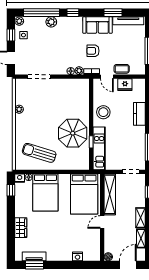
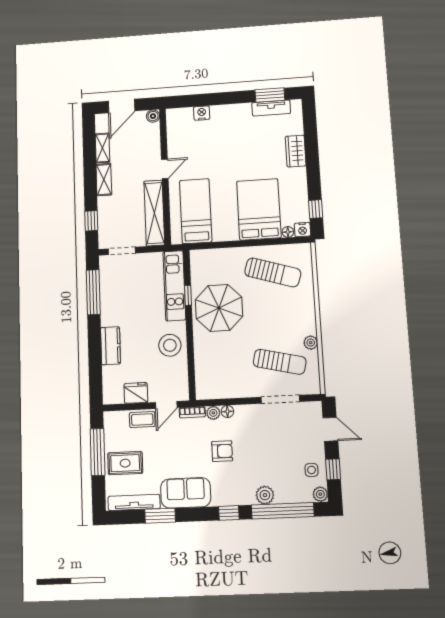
rug: (133, 44) -> (125, 463), added
armchair: (93, 51) -> (222, 451), moved
door: (107, 77) -> (166, 405), swing flipped
sun lounger: (38, 99) -> (280, 362), added
bed: (84, 194) -> (196, 211), width x0.67

